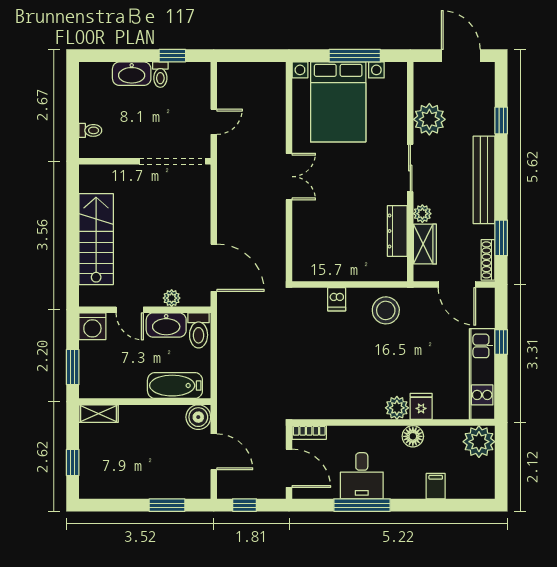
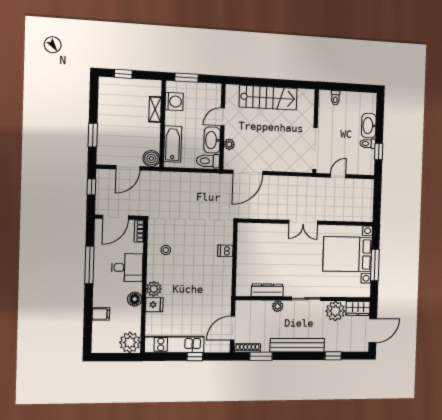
door: (214, 122) -> (338, 176), swing flipped
wardrobe: (425, 244) -> (358, 308), moved
stool: (386, 310) -> (166, 250), moved, width x0.53, depth x0.53
washing machine: (92, 326) -> (174, 101), moved, turned 180
shelving: (98, 414) -> (155, 109), moved
desk: (362, 476) -> (127, 268), moved, turned 180

